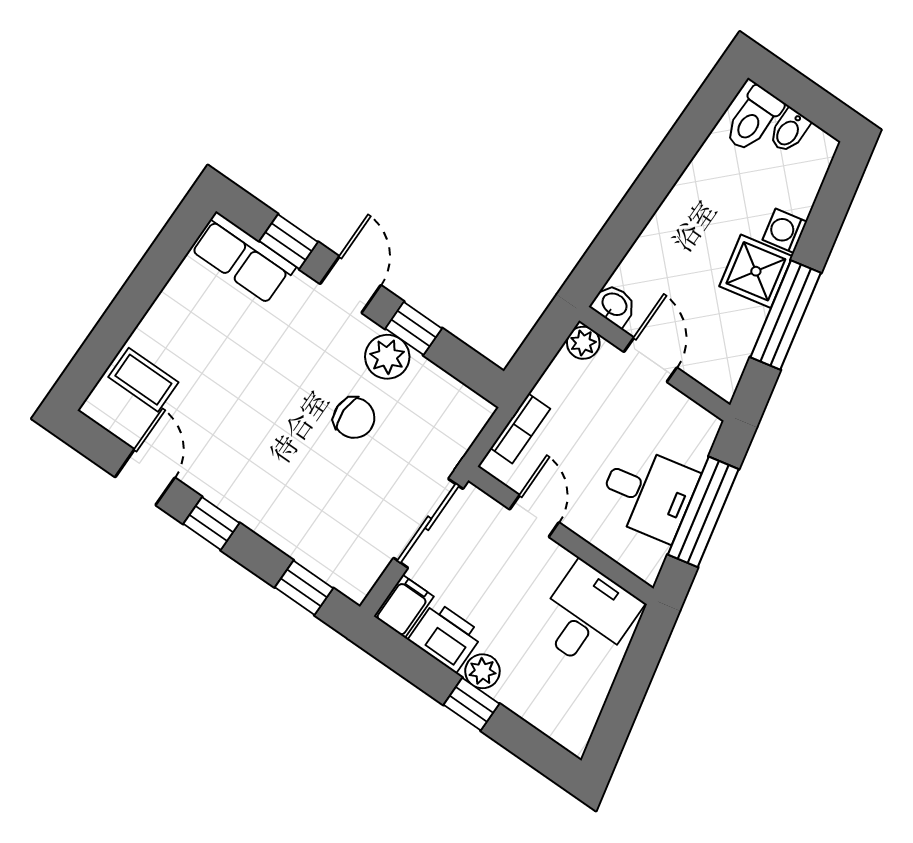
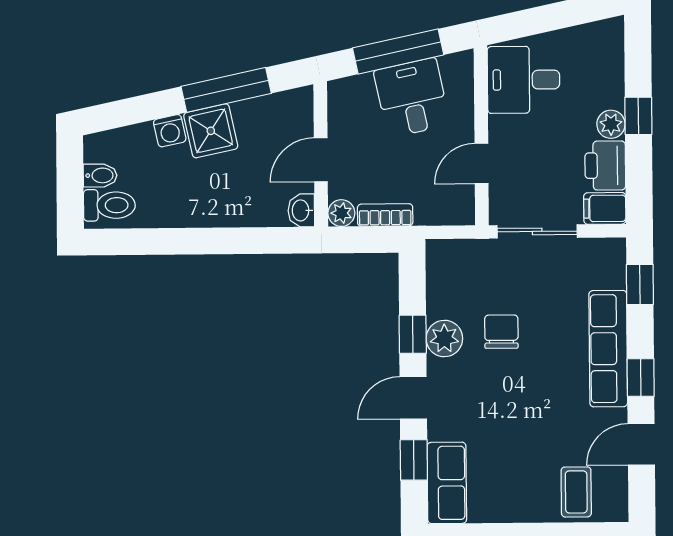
bookcase: (520, 428) -> (385, 215), moved
row of seats: (263, 512) -> (608, 349), added

